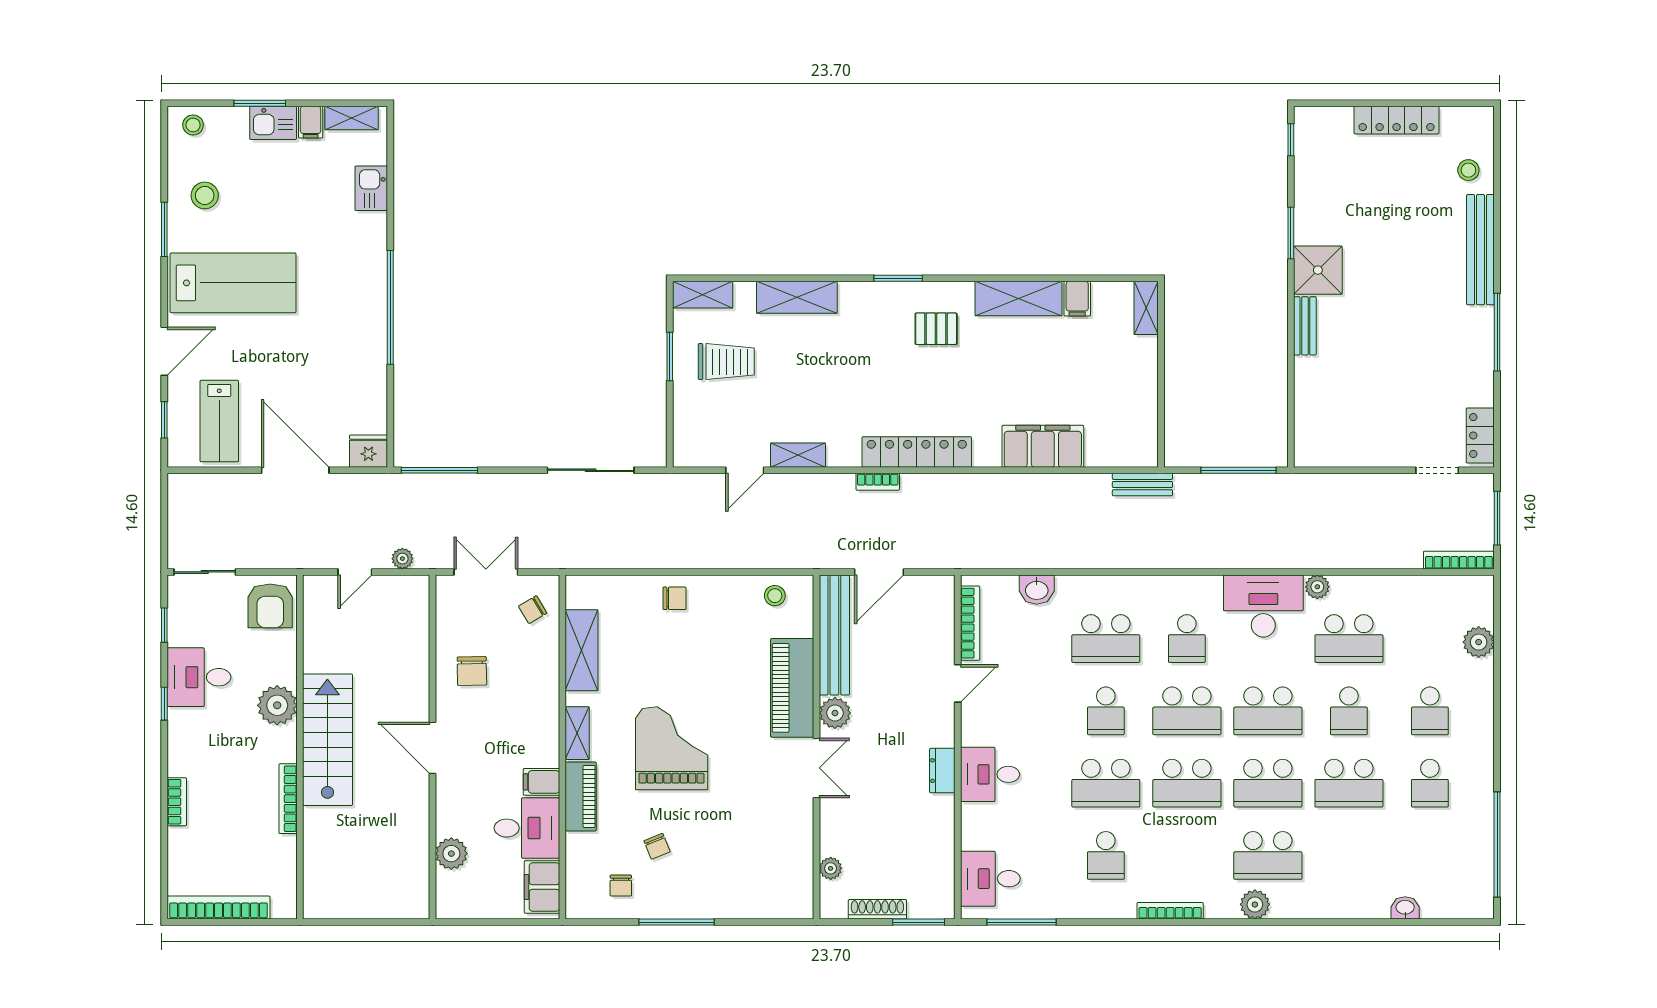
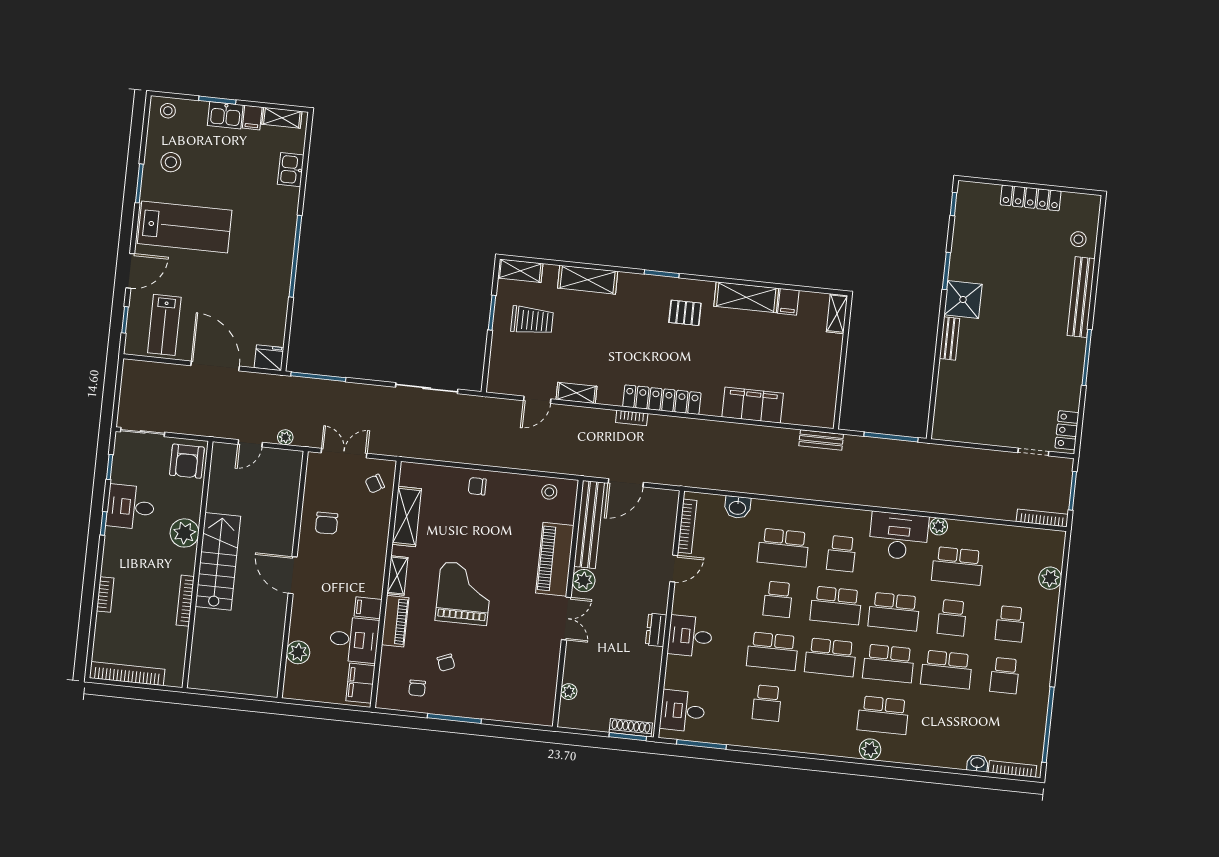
chair: (674, 598) -> (477, 486), turned 180
shoe rack: (877, 909) -> (631, 728), moved
bookcase: (1170, 911) -> (1012, 769), moved

